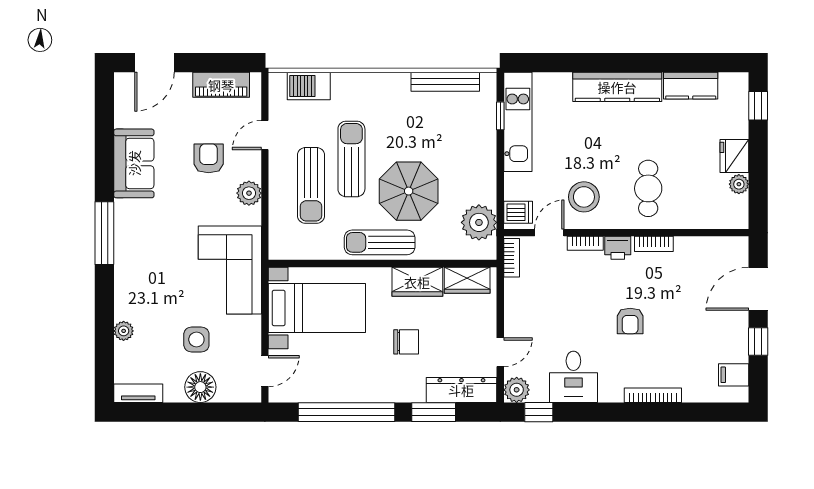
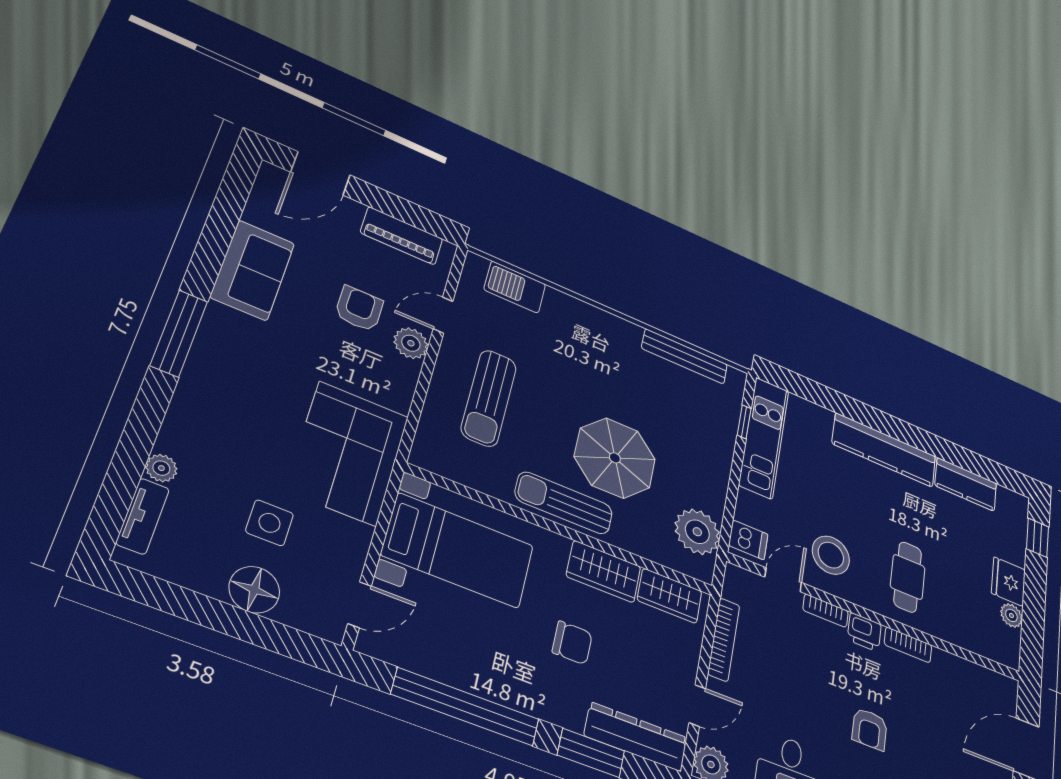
sun lounger: (351, 159) -> (549, 390), removed
plant: (249, 193) -> (411, 343), moved
bookcase: (512, 258) -> (724, 640), moved, width x1.56
tv unit: (138, 393) -> (143, 516), moved, turned 90

